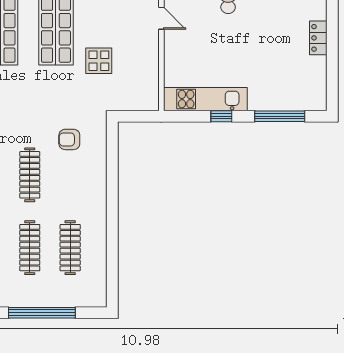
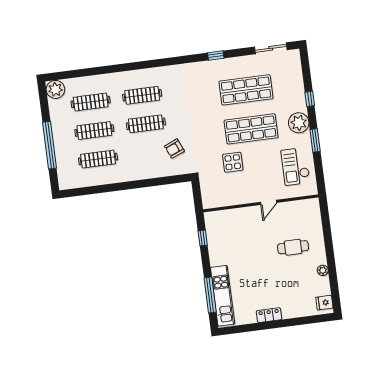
kitchen unit: (205, 99) -> (223, 296), moved
window: (221, 116) -> (203, 238), moved
armchair: (69, 139) -> (174, 149), turned -113

